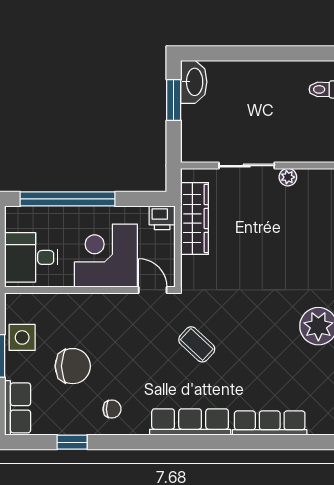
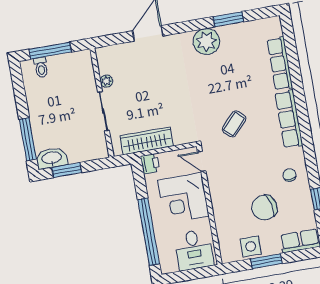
window: (226, 53) -> (28, 139), added
door: (153, 290) -> (202, 161), hinge flipped
chair: (73, 366) -> (264, 208), turned -104

